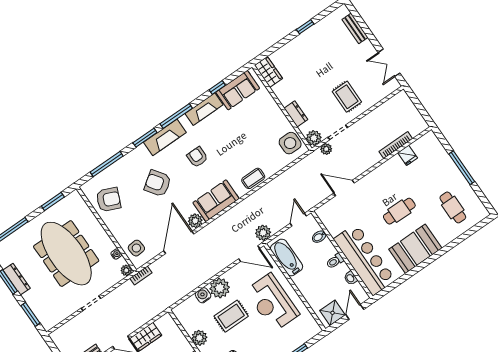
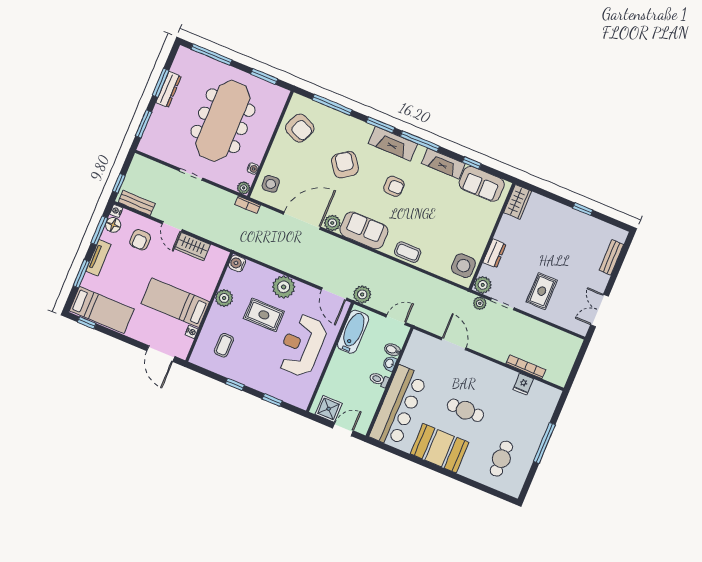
armchair: (197, 157) -> (394, 186), turned 91
washbasin: (351, 278) -> (390, 363), moved
water cooler: (203, 295) -> (237, 263), moved, turned -90

